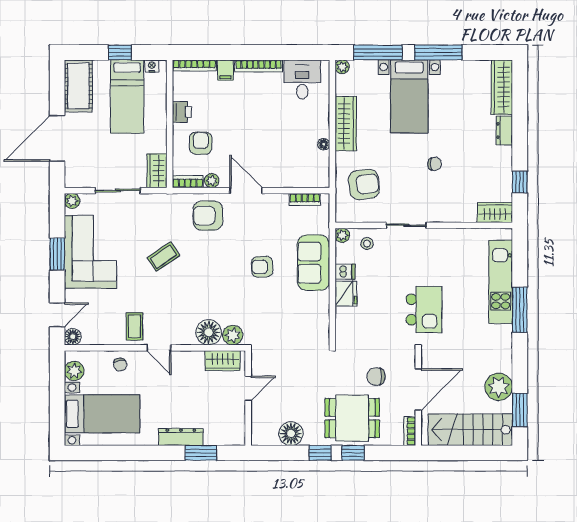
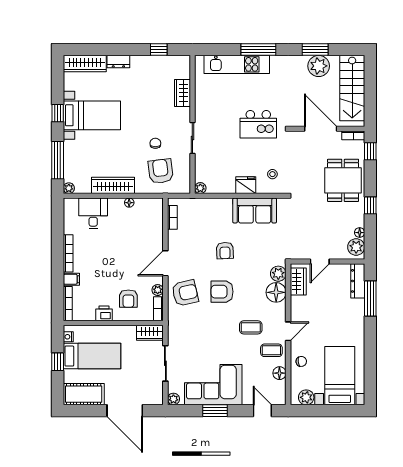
window: (438, 52) -> (58, 113), width x0.46
desk: (302, 79) -> (93, 213), moved, turned 90
bed with nightstands: (409, 96) -> (92, 115), moved
armchair: (201, 143) -> (128, 299), turned -90
chair: (435, 164) -> (155, 143), moved
wardrobe: (495, 212) -> (182, 93), moved
armchair: (208, 216) -> (185, 293), turned -103
stool: (367, 244) -> (272, 174), moved
coffee table: (163, 257) -> (251, 327), moved, turned -56
armchair: (210, 263) -> (222, 292), added
sofa: (313, 263) -> (255, 211), moved
dishwasher: (345, 272) -> (229, 186), removed
kitchen island: (424, 310) -> (258, 124), turned 180
floor lamp: (73, 337) -> (279, 373), moved
chair: (376, 376) -> (311, 162), removed
door: (248, 388) -> (320, 262), swing flipped
window: (520, 410) -> (315, 50), moved
floor lamp: (291, 434) -> (360, 233), width x0.53, depth x0.53
plant: (267, 435) -> (356, 247), added
dresser: (181, 437) -> (358, 281), moved
window: (201, 453) -> (370, 299), width x1.44
window: (353, 453) -> (370, 151), moved

